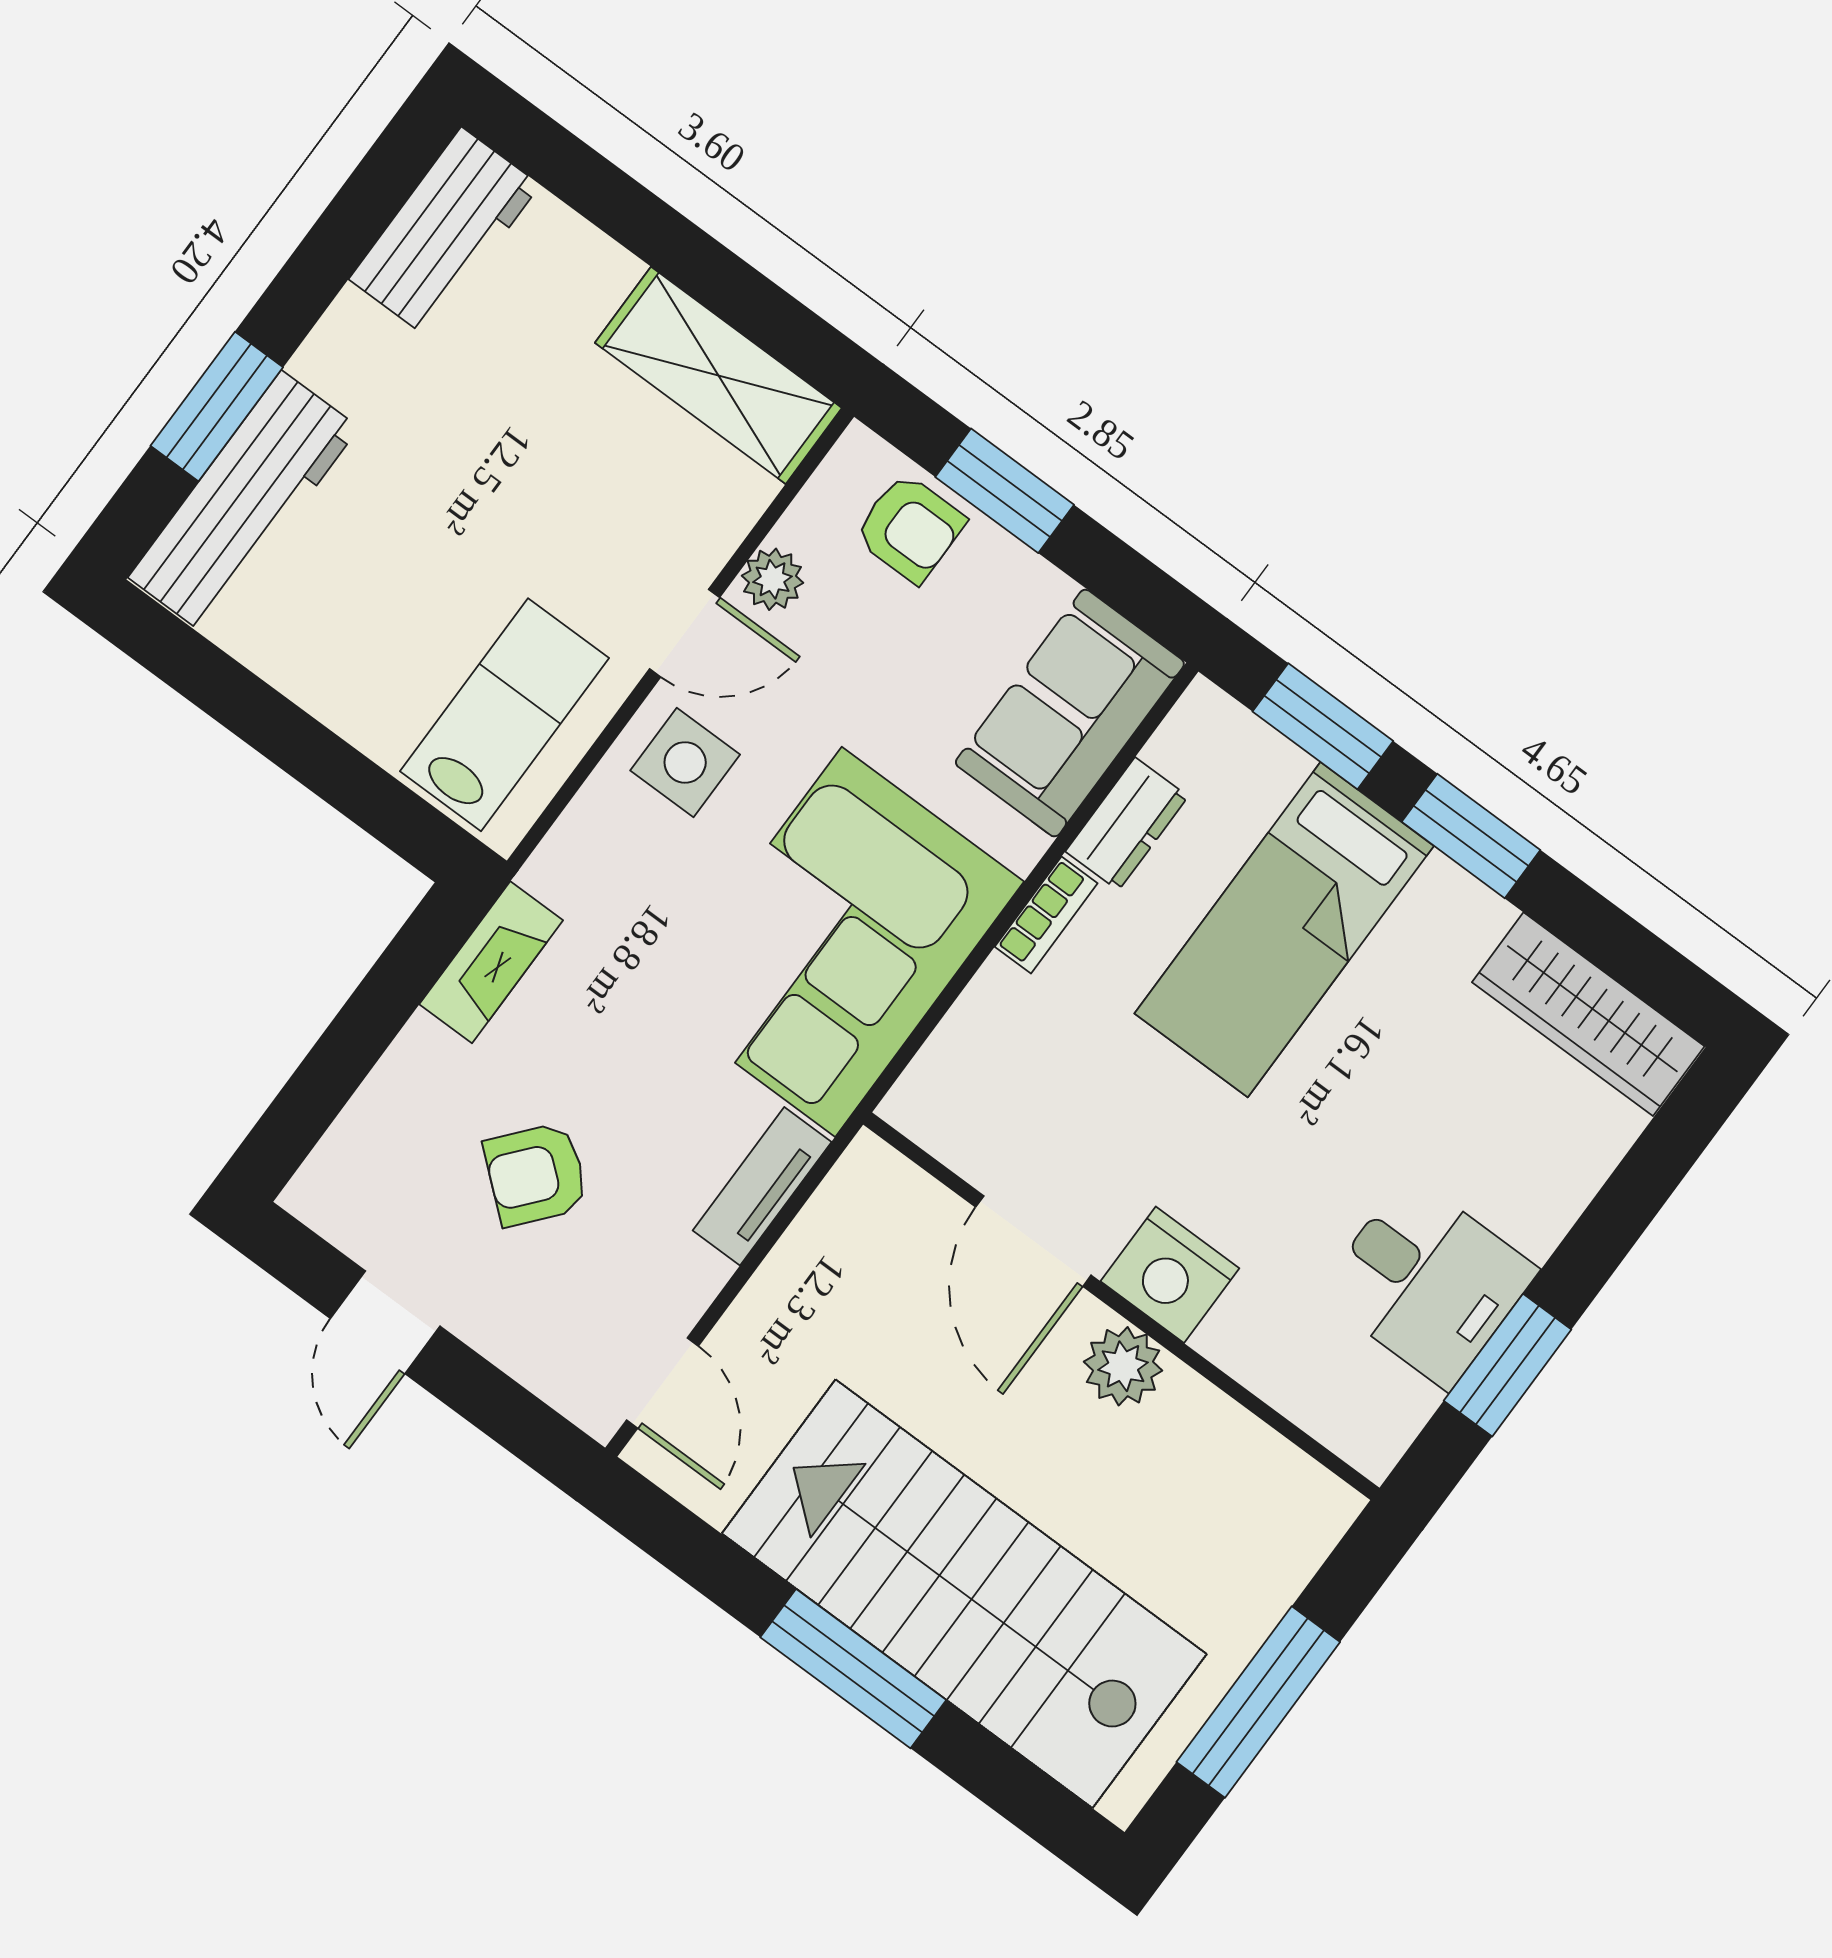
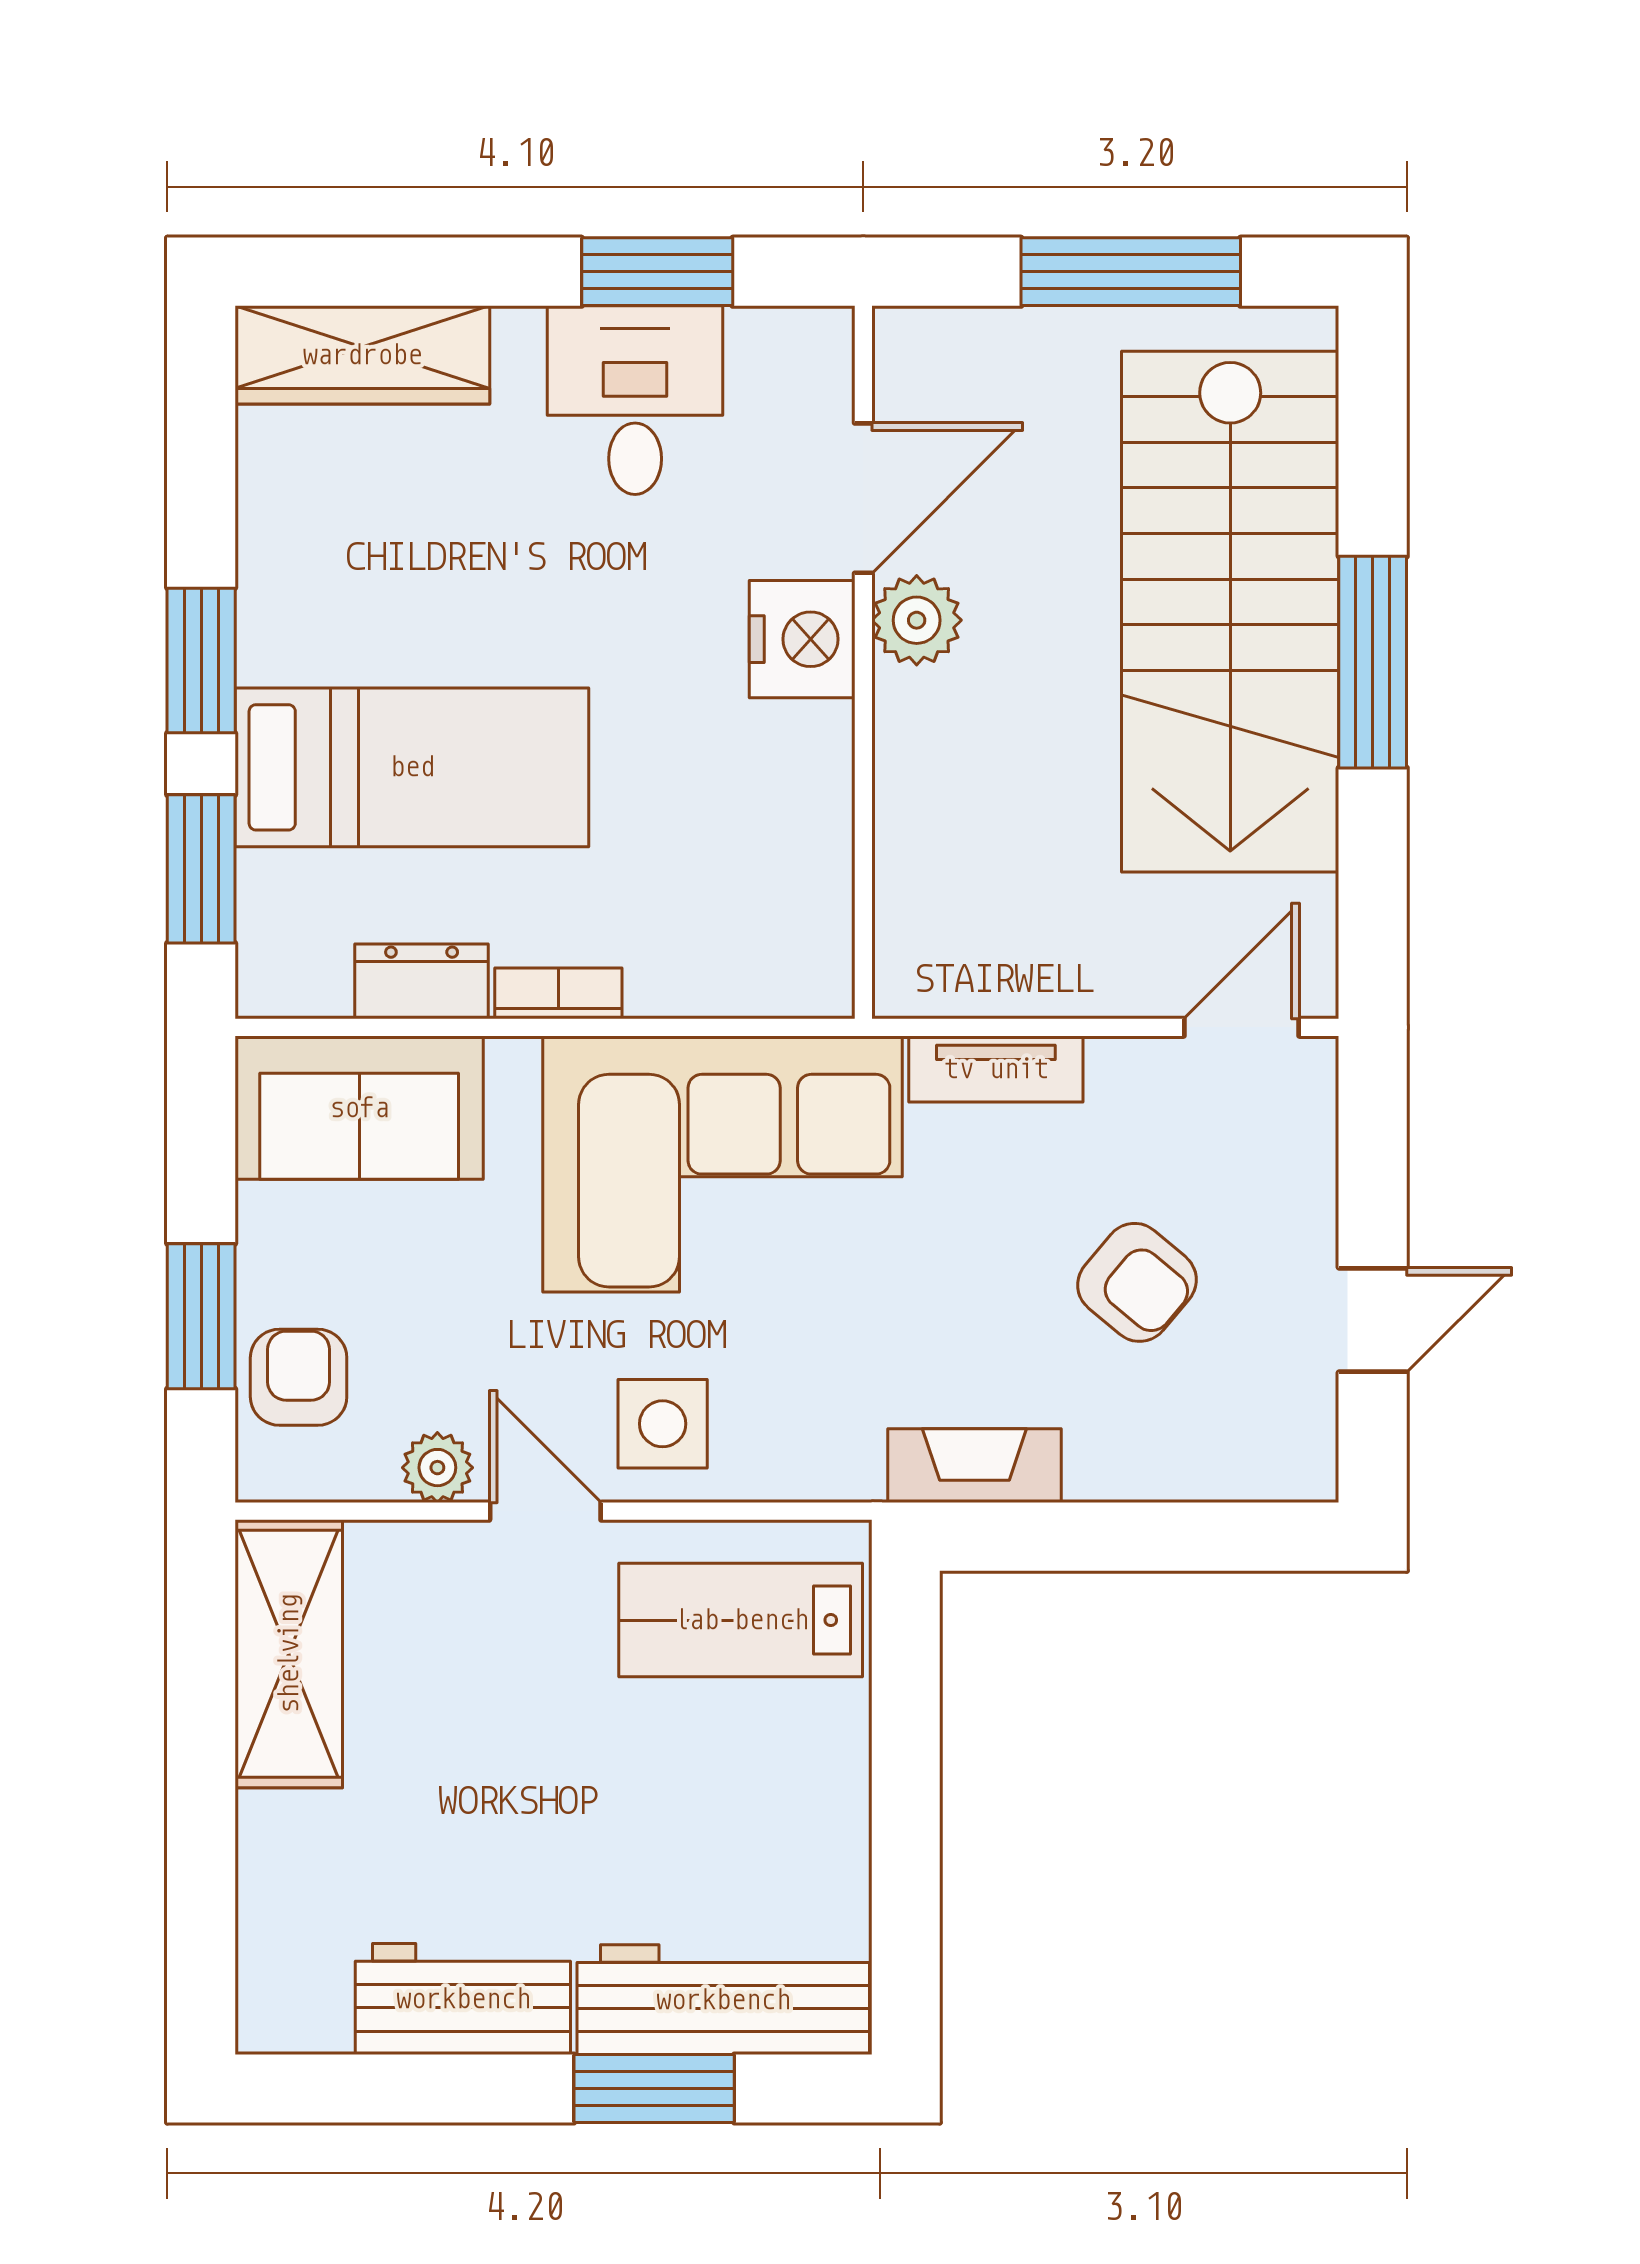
workbench: (444, 232) -> (463, 1999), moved
wardrobe: (1588, 1014) -> (362, 355), moved, turned 90
door: (1033, 1241) -> (863, 498), moved

